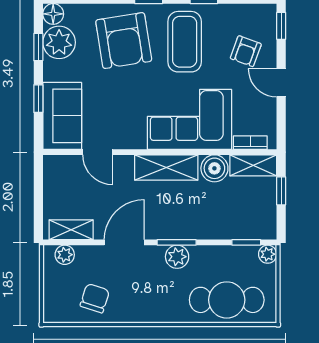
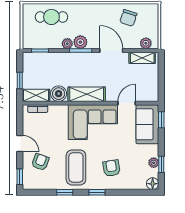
armchair: (124, 41) -> (111, 168), width x0.53, depth x0.53
plant: (59, 42) -> (154, 163), width x0.53, depth x0.53
window: (38, 99) -> (161, 120), moved
corner sofa: (190, 119) -> (93, 122), moved
door: (98, 152) -> (127, 103), hinge flipped
door: (124, 242) -> (111, 50), swing flipped
plant: (268, 254) -> (67, 44), moved
cafe table: (227, 300) -> (51, 17), width x0.73, depth x0.74

